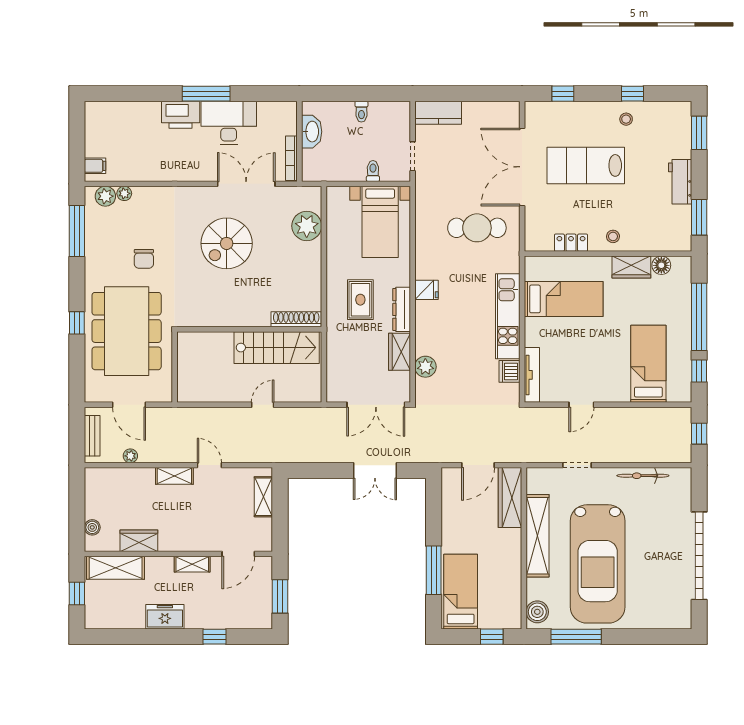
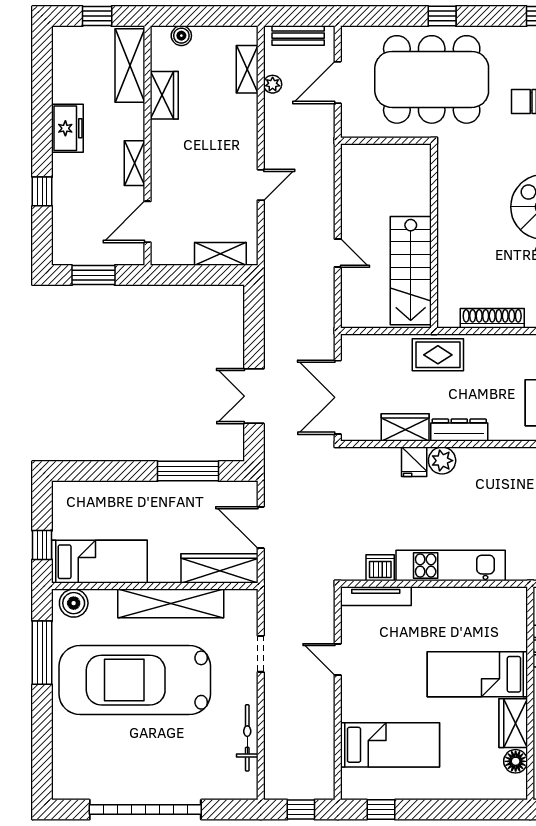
fridge: (426, 290) -> (414, 462), moved
bed: (564, 299) -> (477, 674), moved, turned 90
rug: (360, 300) -> (438, 355), moved
window: (699, 317) -> (450, 810), removed
shoe rack: (296, 319) -> (492, 318), moved, turned -90
plant: (425, 367) -> (442, 461), moved
shelving: (174, 476) -> (247, 69), moved
door: (238, 554) -> (148, 222), hinge flipped
window: (434, 570) -> (188, 471), moved
bed: (461, 592) -> (99, 562), moved

